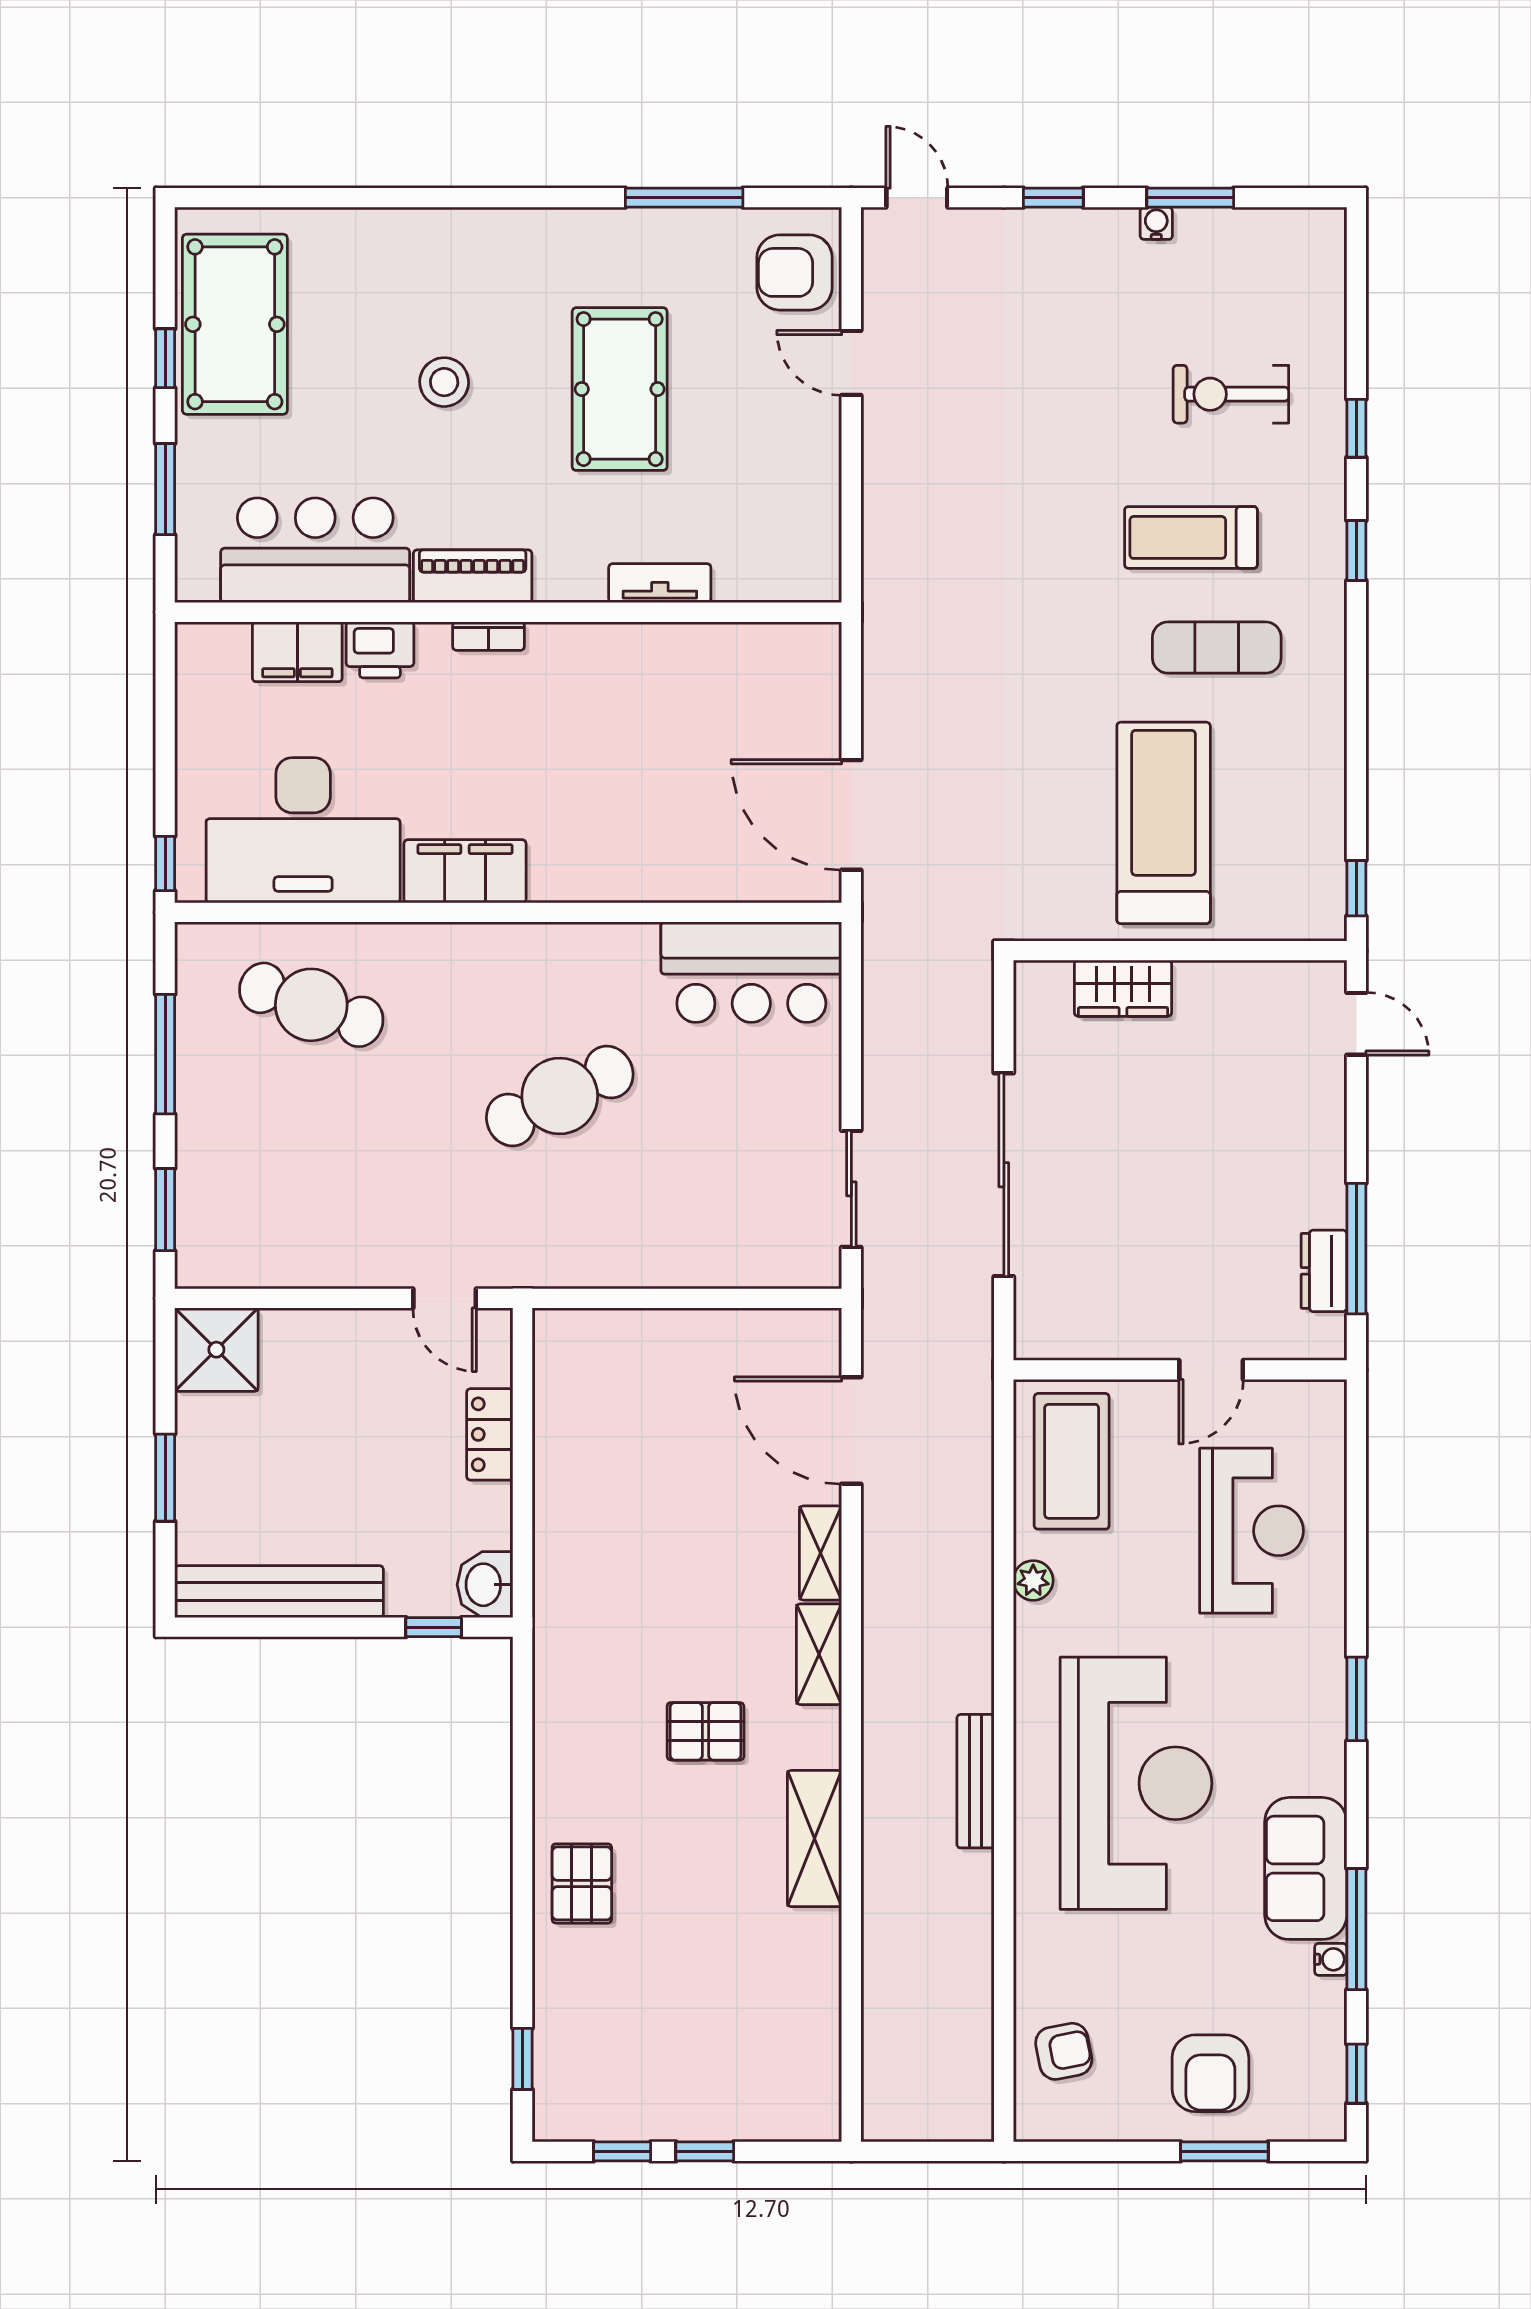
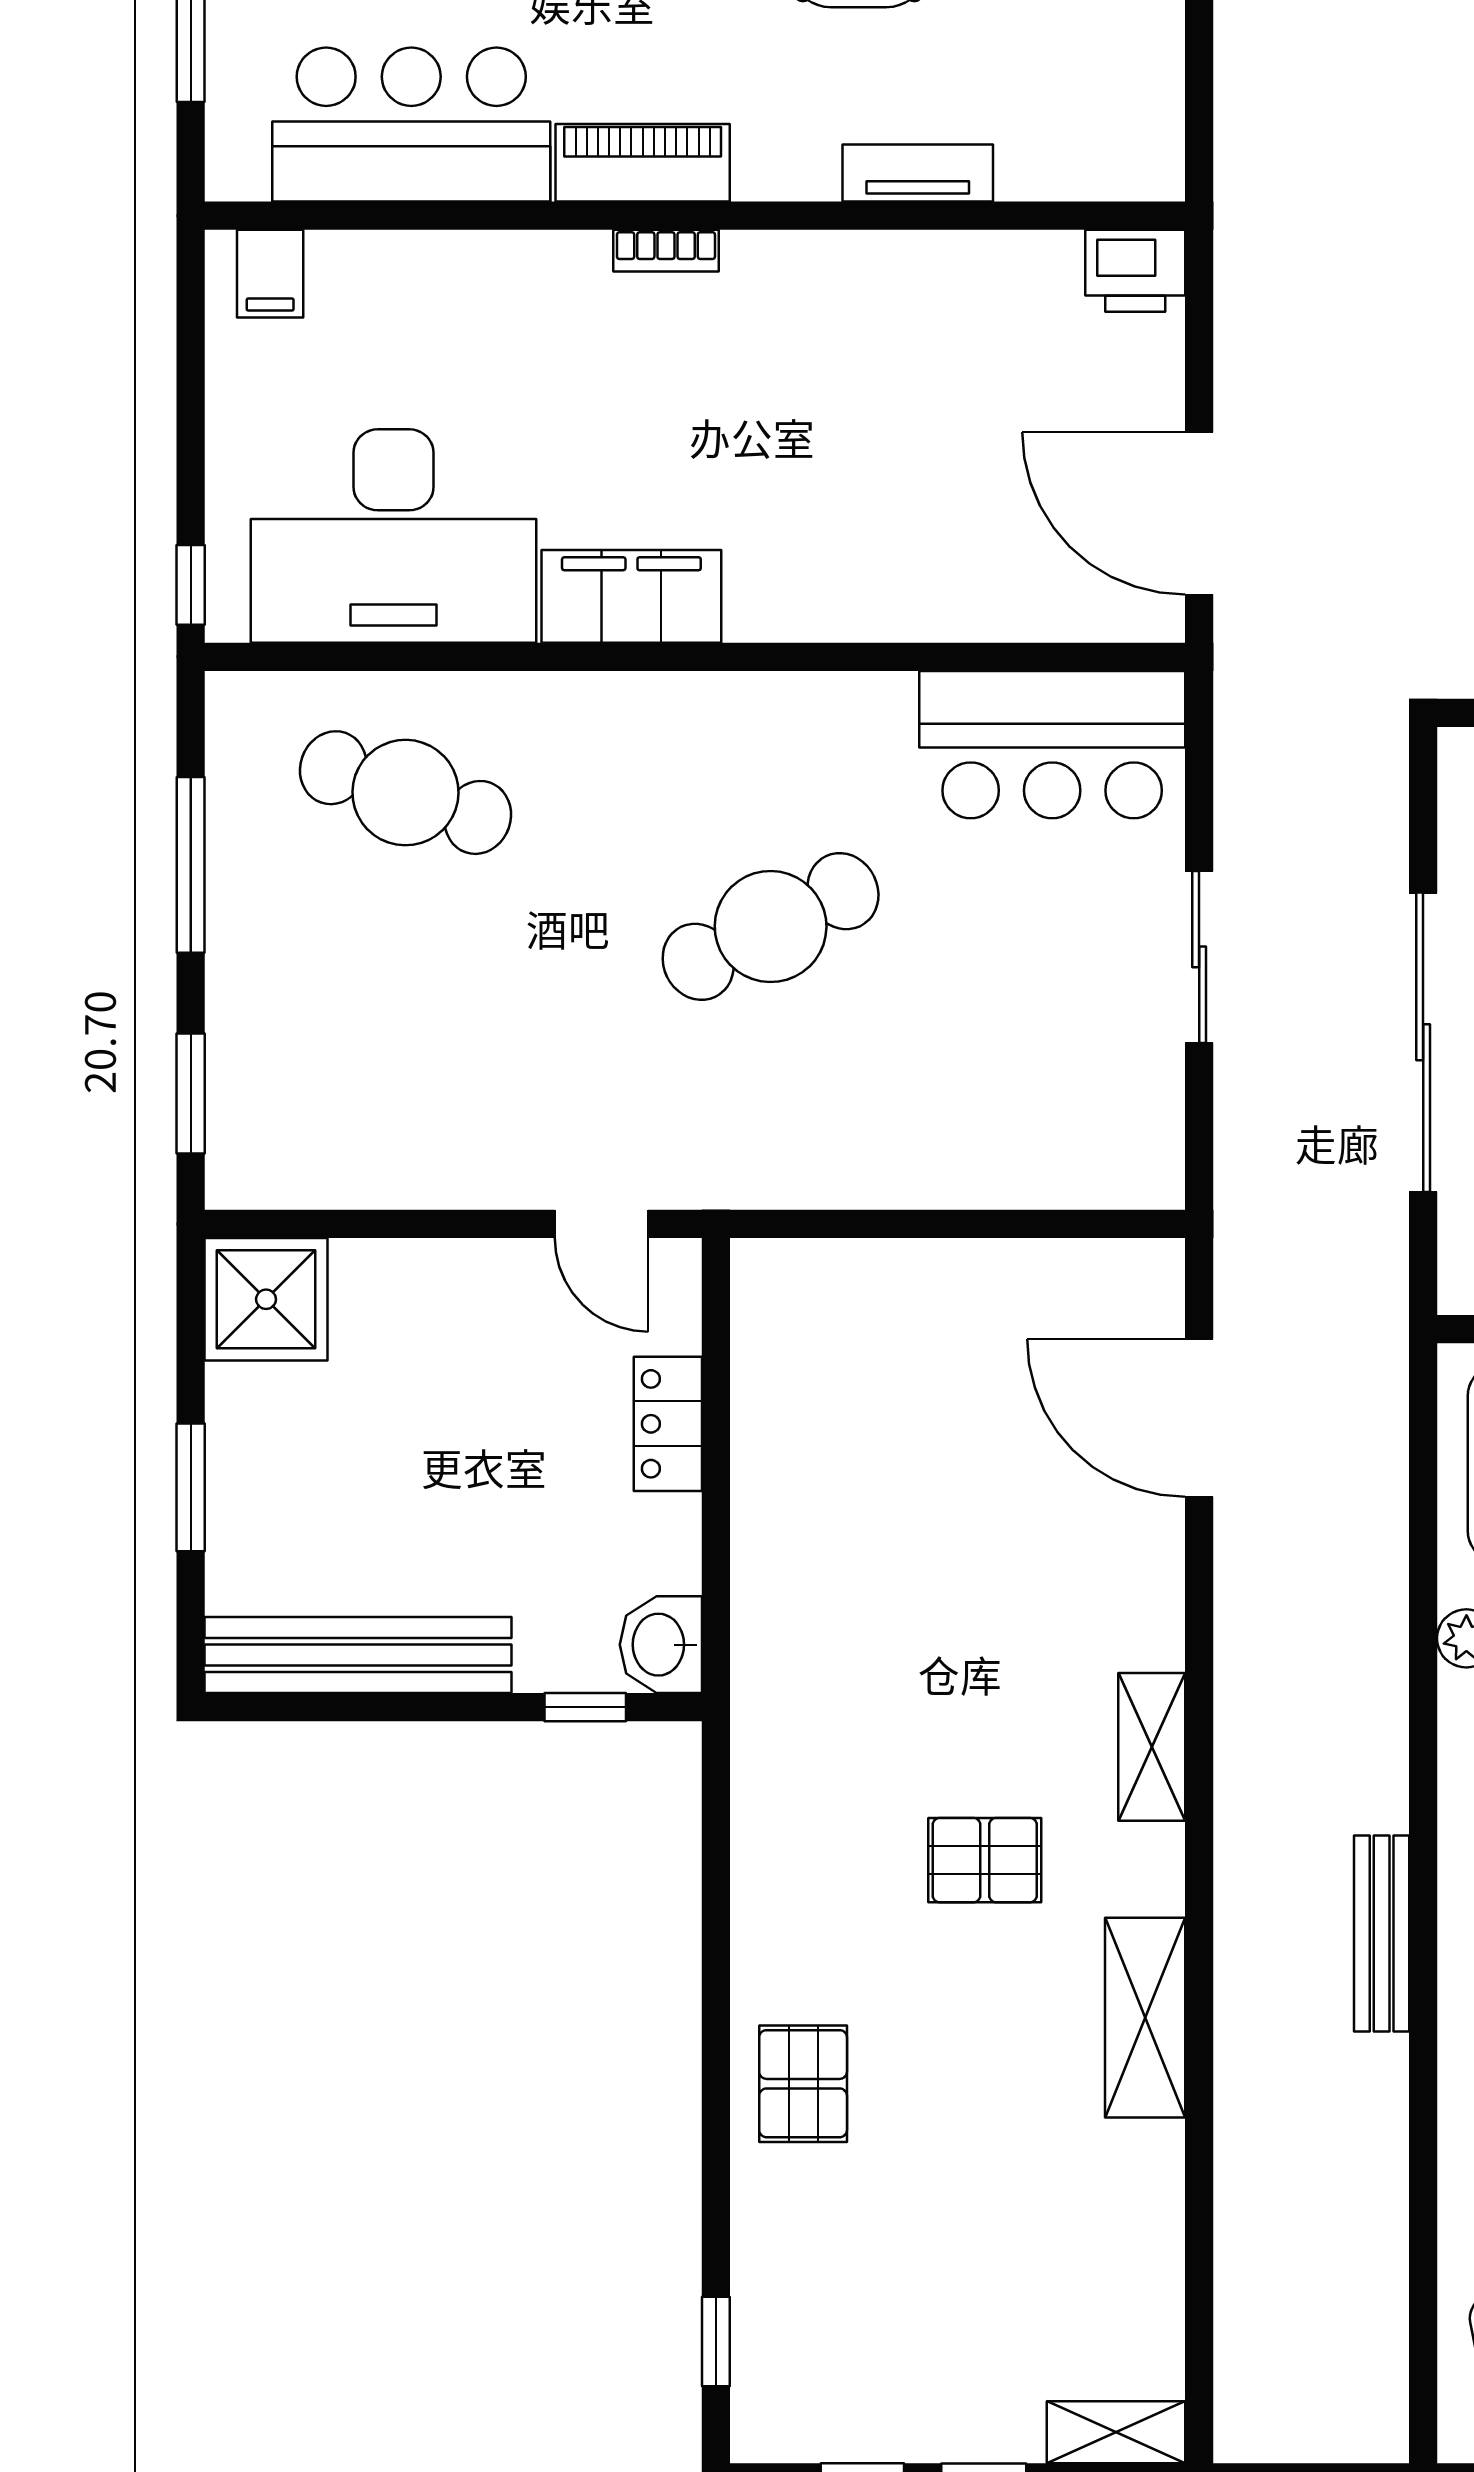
printer: (380, 650) -> (1135, 271), moved
filing cabinet: (297, 652) -> (270, 274), moved, width x0.50
sliding door: (851, 1189) -> (1199, 957), moved
shelving: (821, 1553) -> (1116, 2432), moved, turned 90

